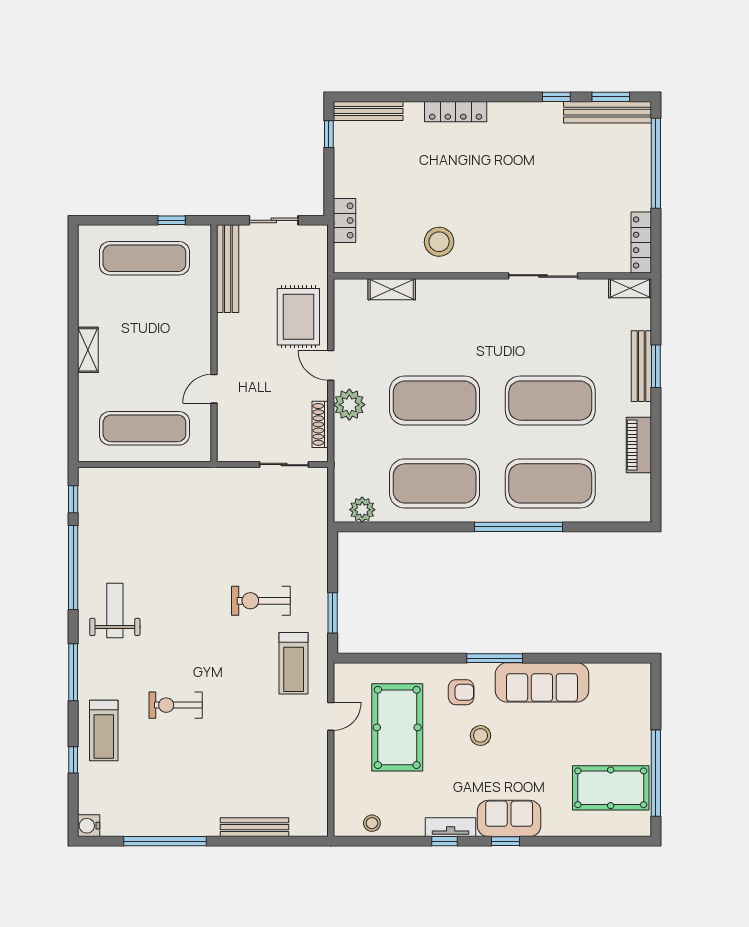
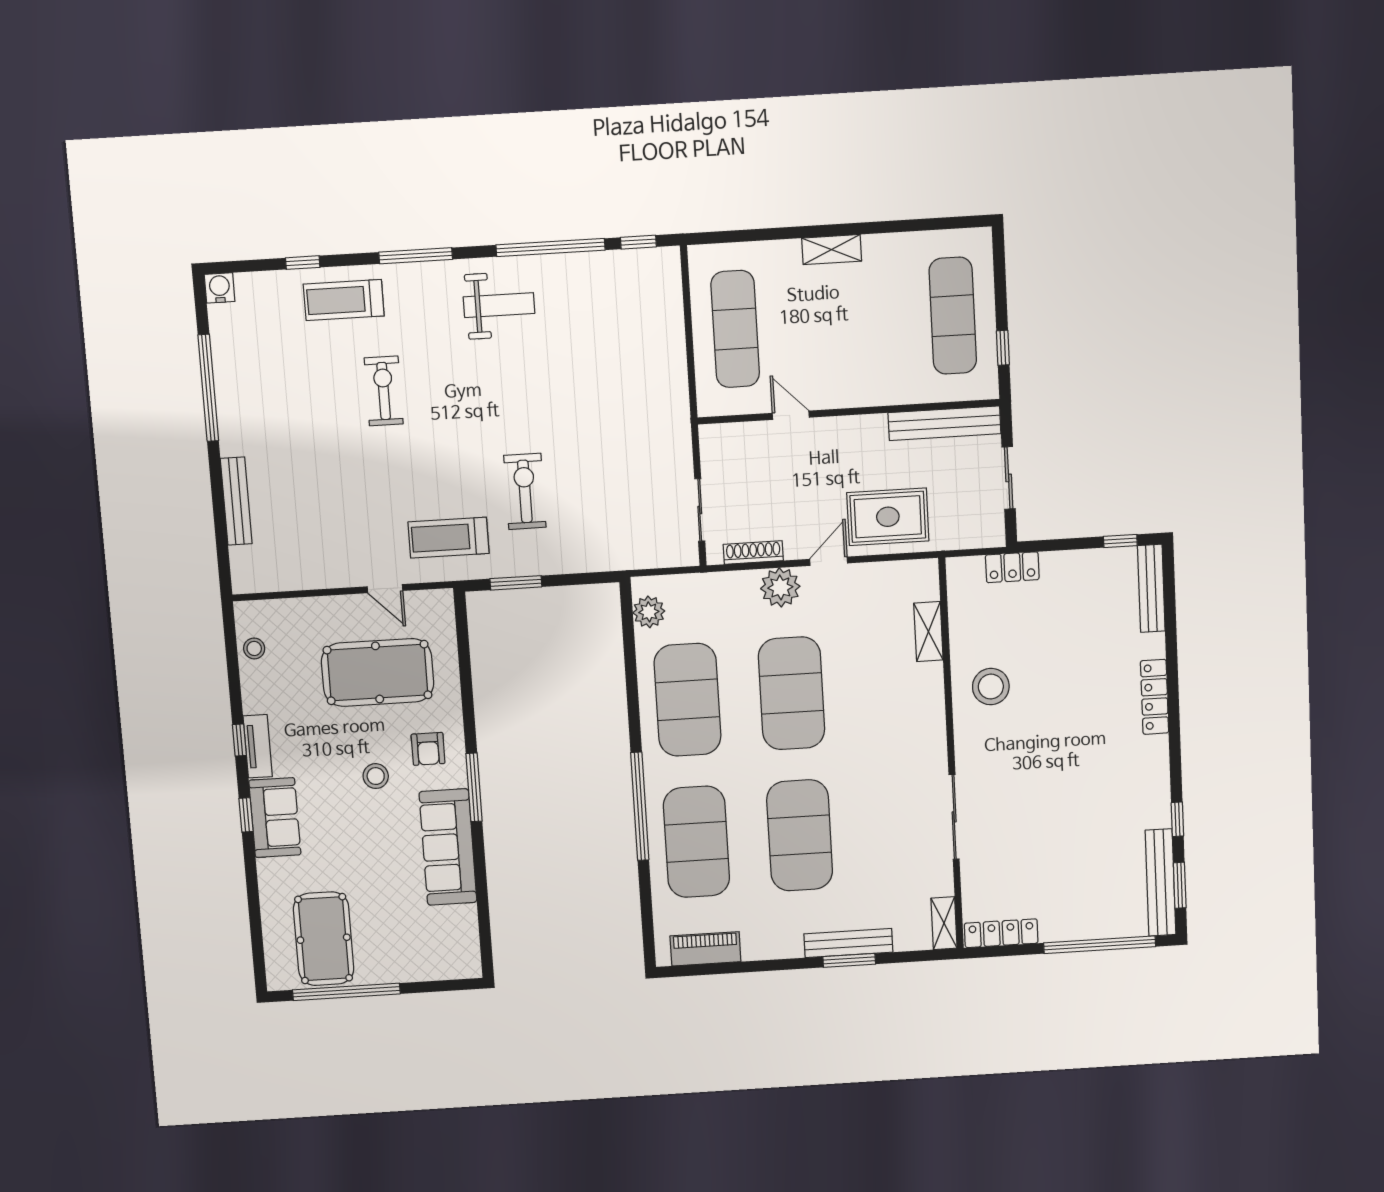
piano: (639, 445) -> (705, 949), moved

